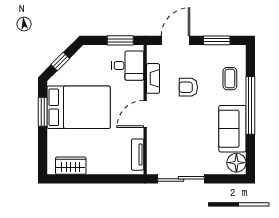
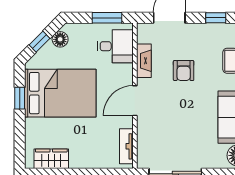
window: (217, 40) -> (216, 18), width x0.67
floor lamp: (79, 59) -> (60, 39), added
armchair: (188, 87) -> (184, 71), turned -90
window: (43, 112) -> (20, 98), width x0.67

